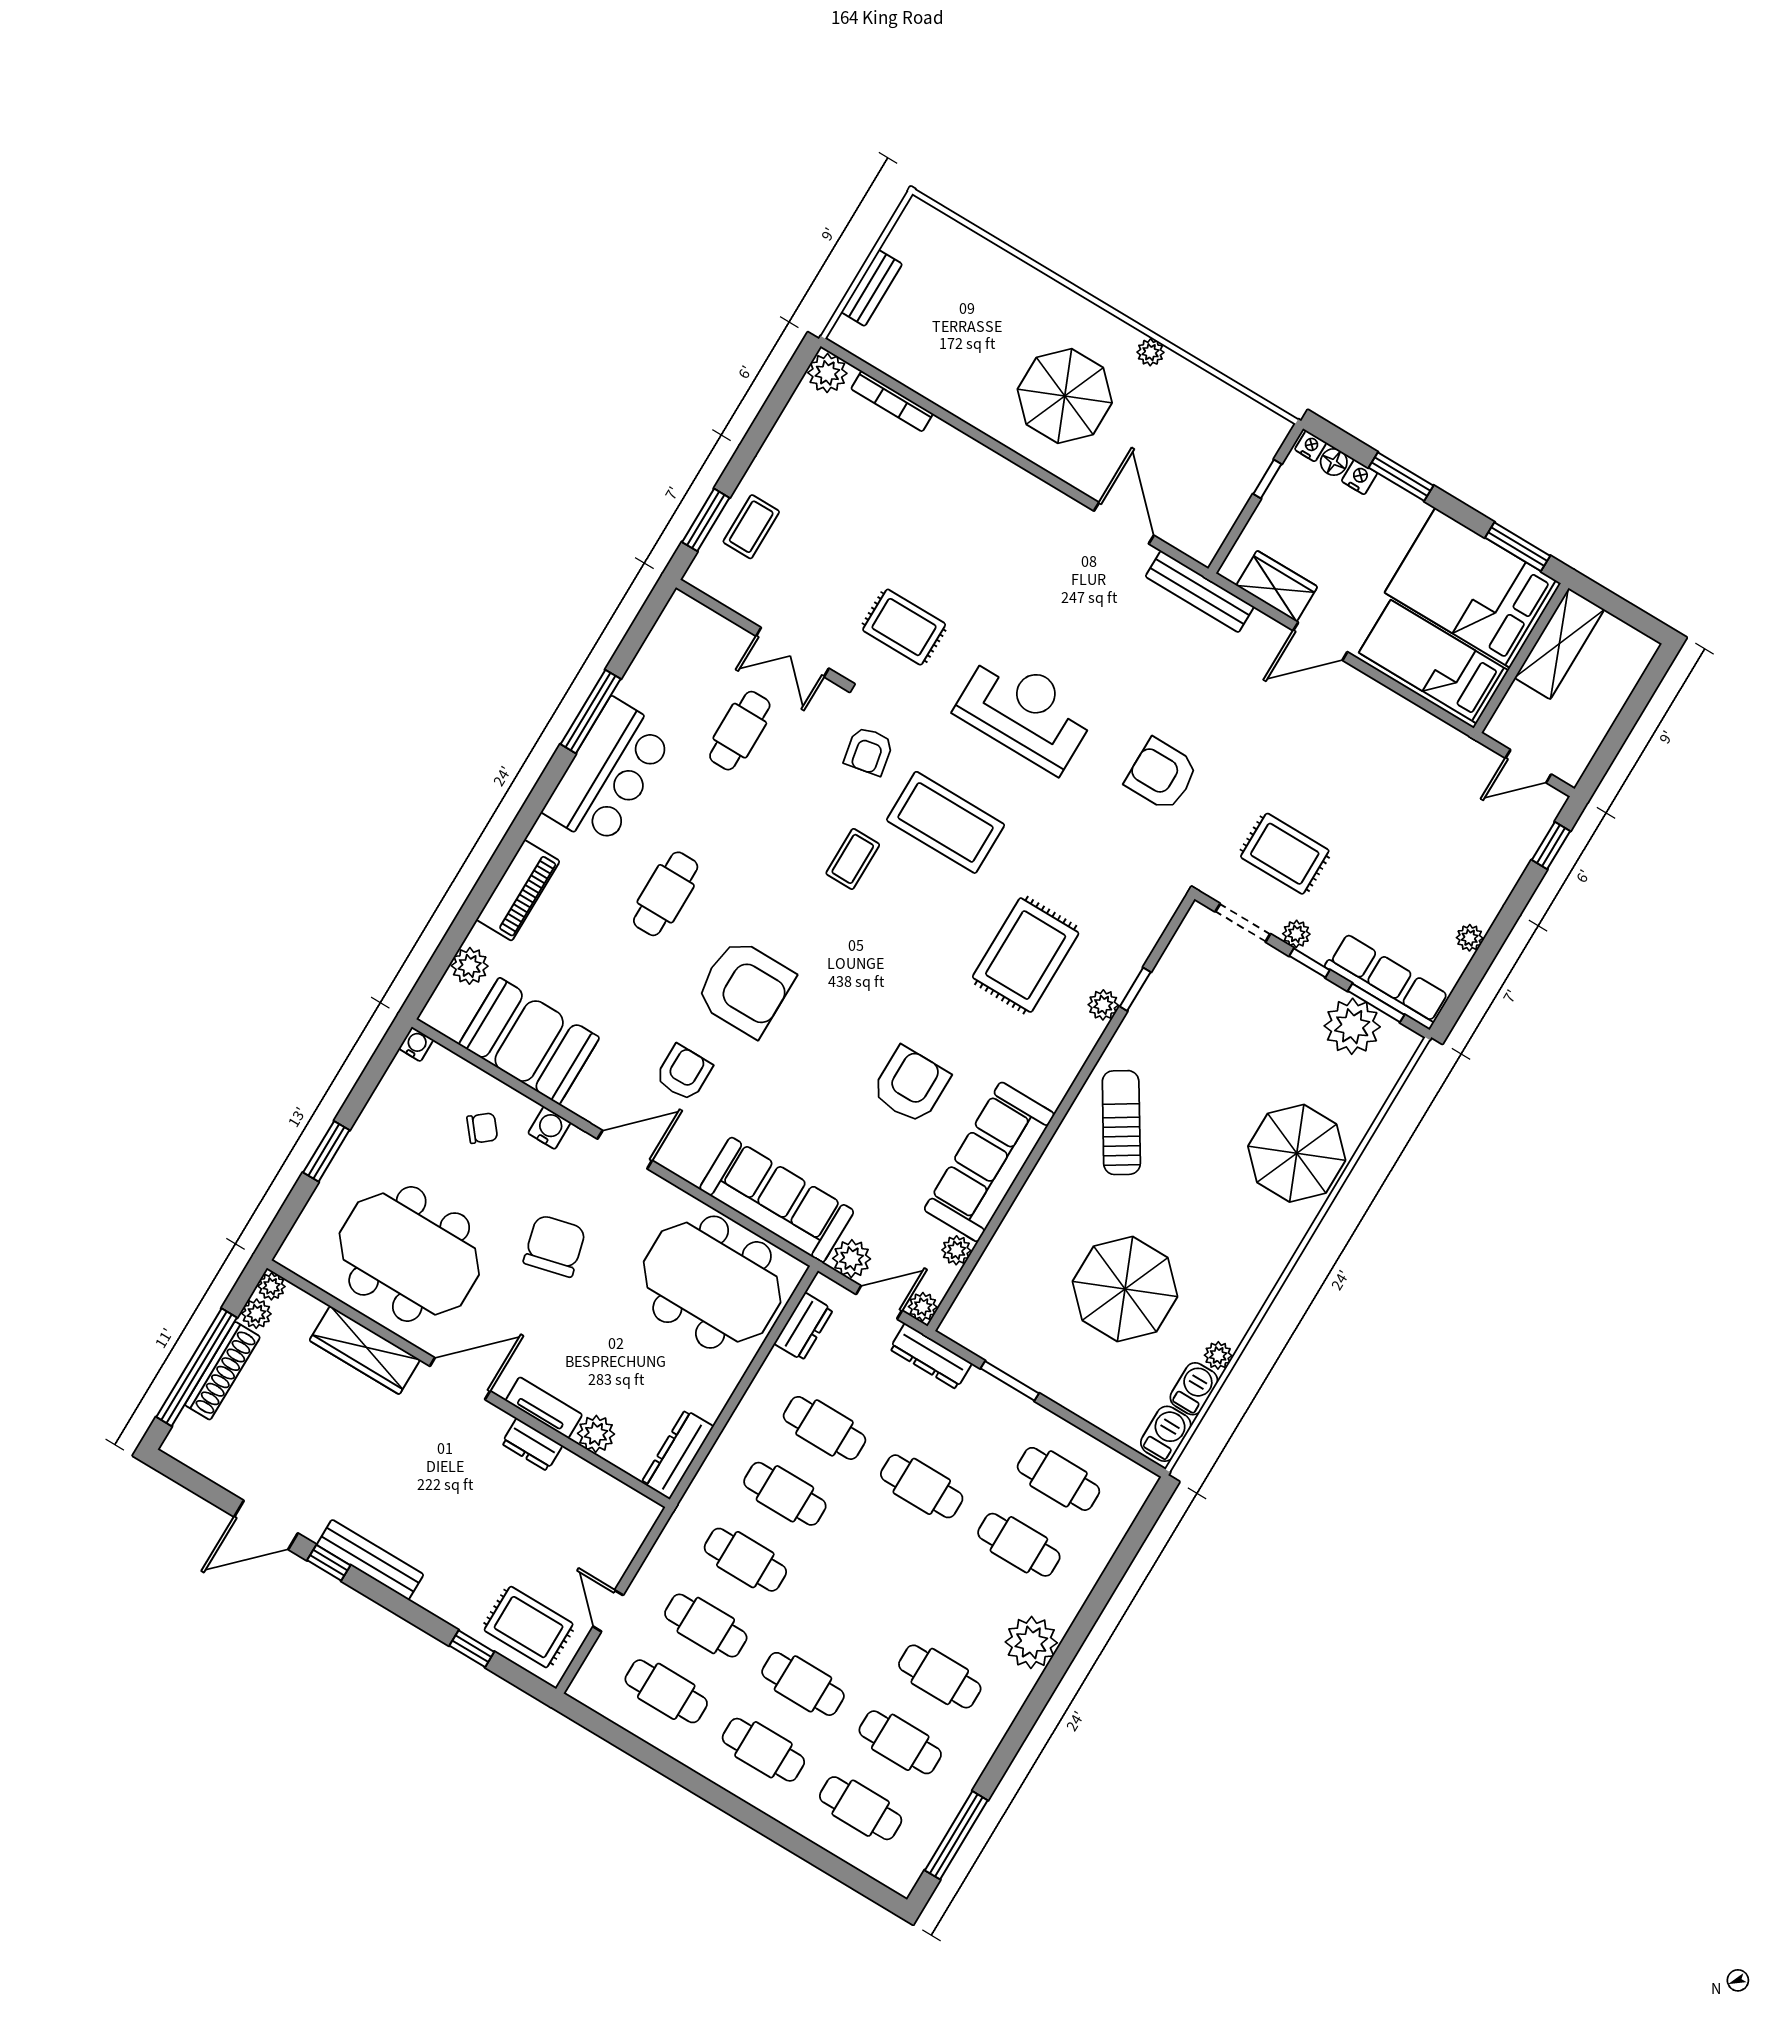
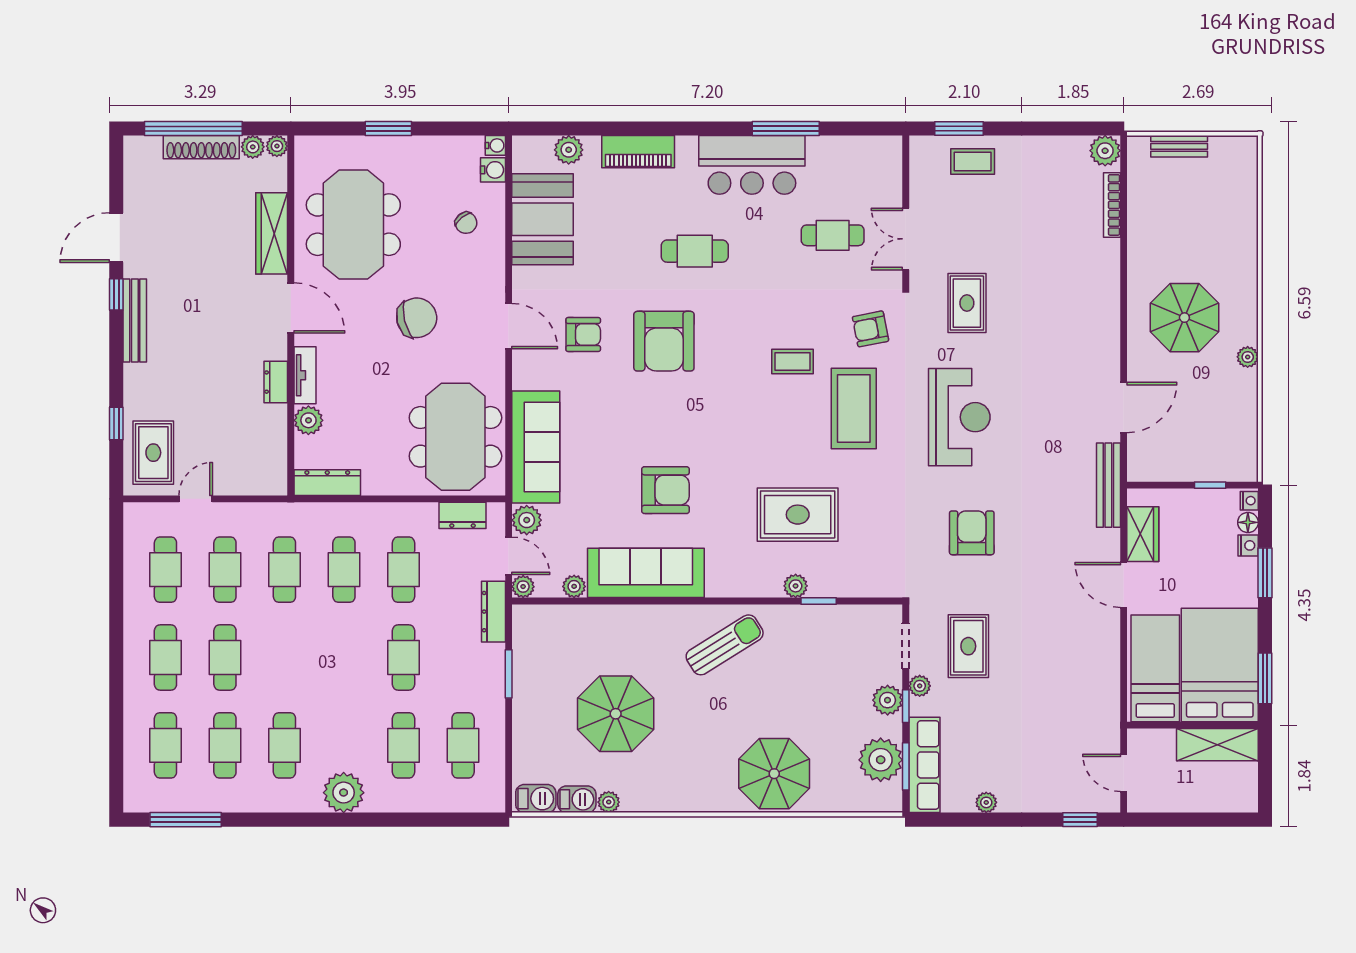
plant: (1291, 979) -> (888, 700), added
water cooler: (549, 1128) -> (493, 170), moved
door: (266, 1525) -> (116, 238), hinge flipped

